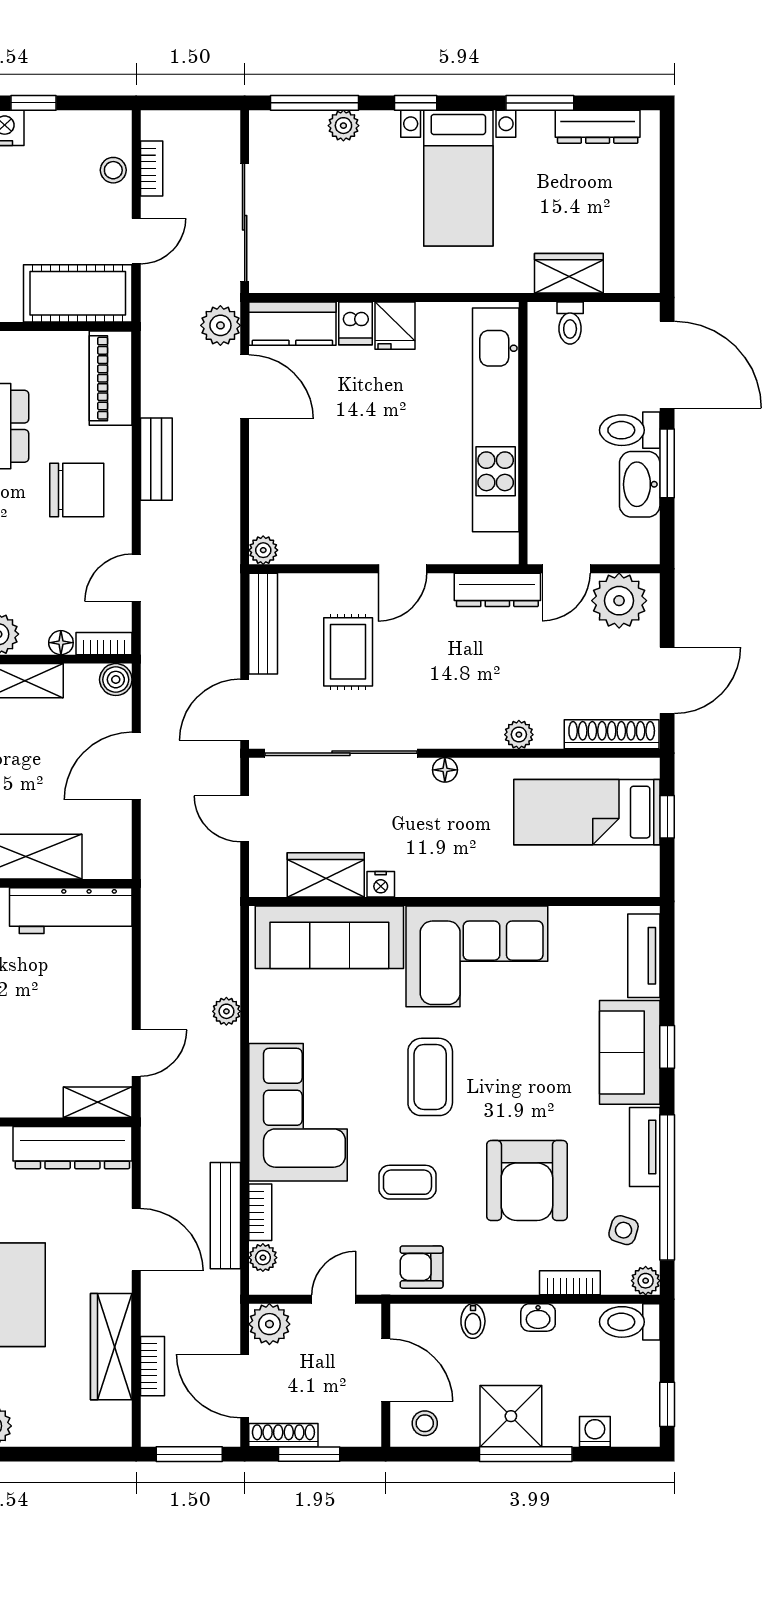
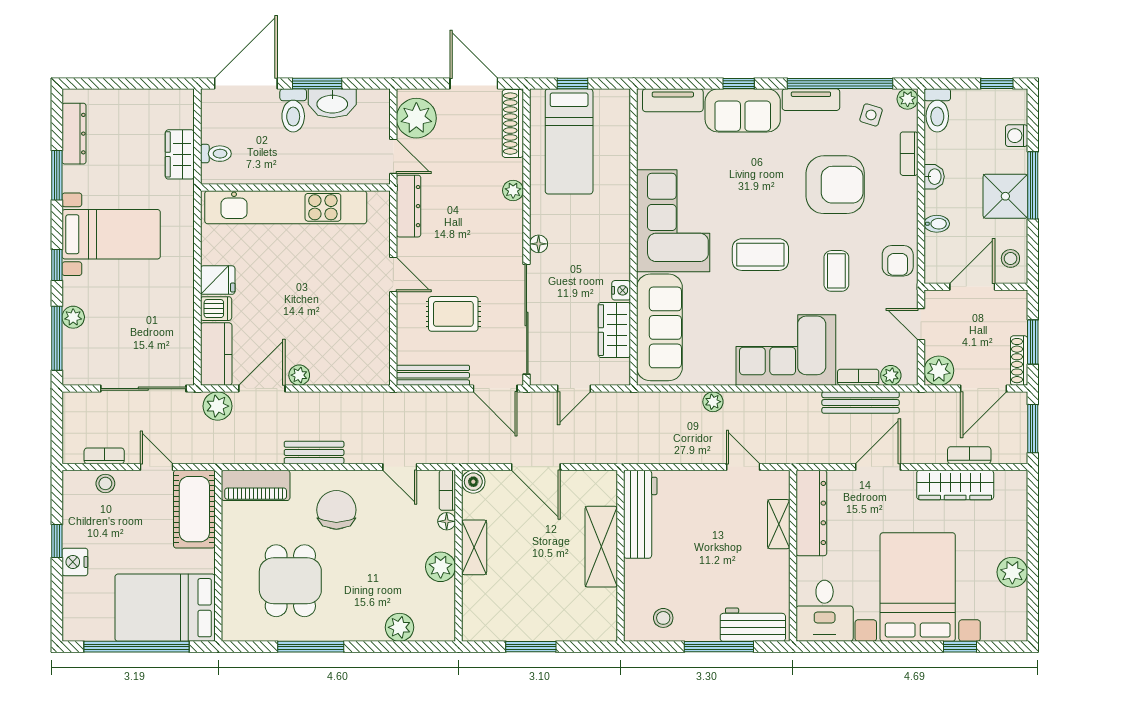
plant: (263, 550) -> (299, 375), moved
shelving: (98, 1102) -> (779, 524), moved

